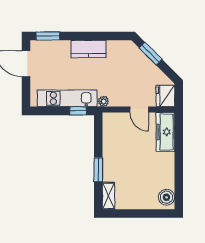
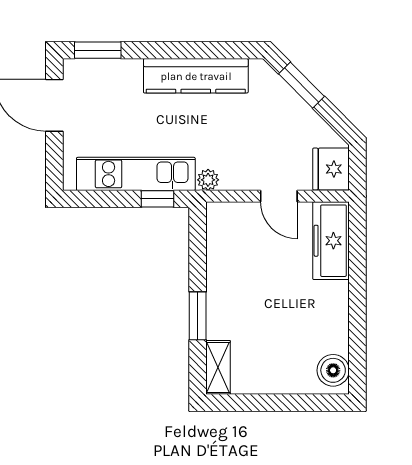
kitchen counter: (89, 49) -> (196, 76), width x1.50

